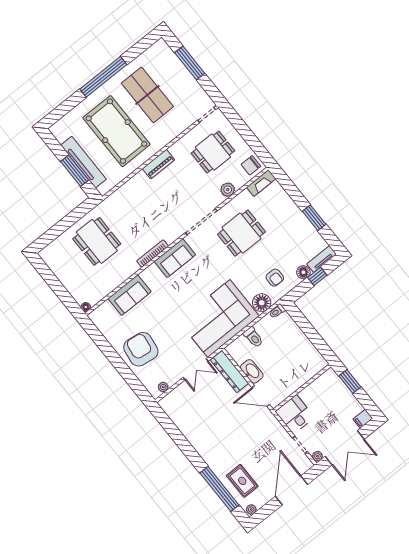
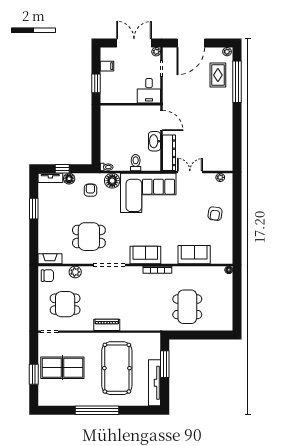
window: (190, 63) -> (34, 374), width x0.69
table tennis table: (147, 95) -> (62, 368), moved, turned 90
tv unit: (83, 162) -> (155, 383), moved
armchair: (141, 349) -> (215, 214), width x0.53, depth x0.53
filing cabinet: (363, 419) -> (107, 66), moved

